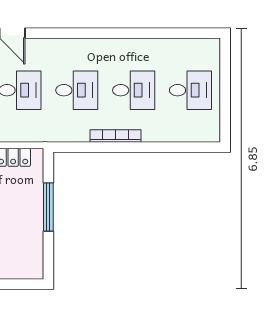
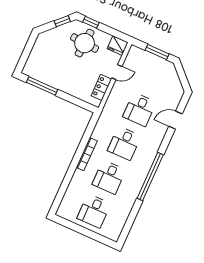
window: (107, 33) -> (150, 176), added
window: (48, 207) -> (42, 86), moved

